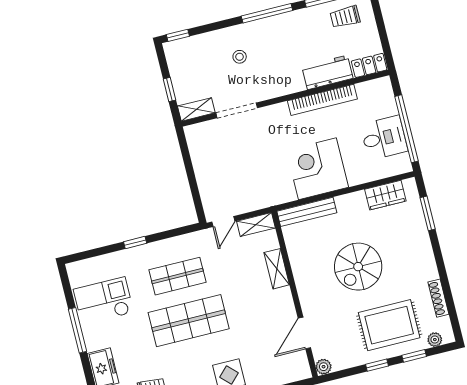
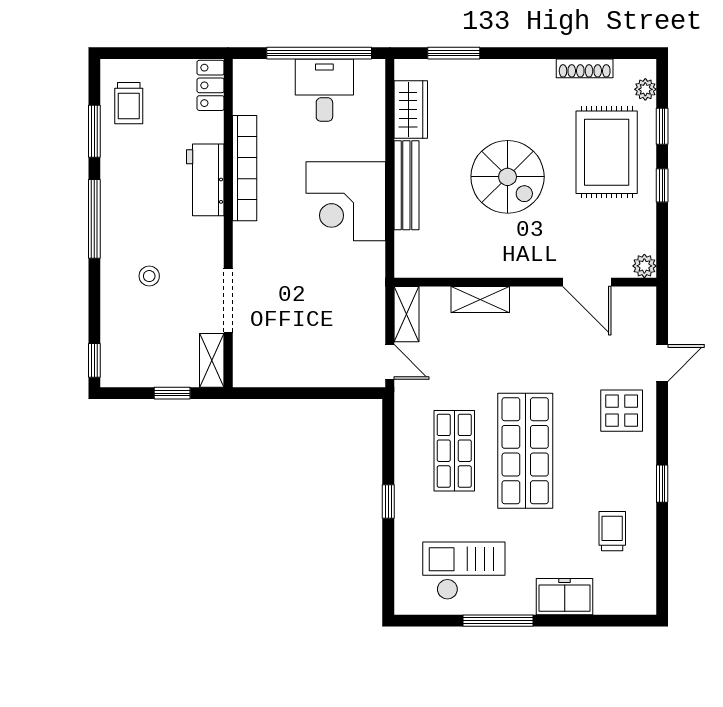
workbench: (327, 72) -> (205, 180), moved
bench: (307, 212) -> (406, 185), moved
checkout: (103, 301) -> (464, 571), turned 90

